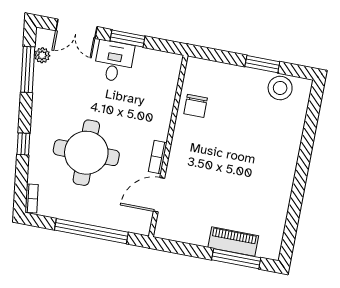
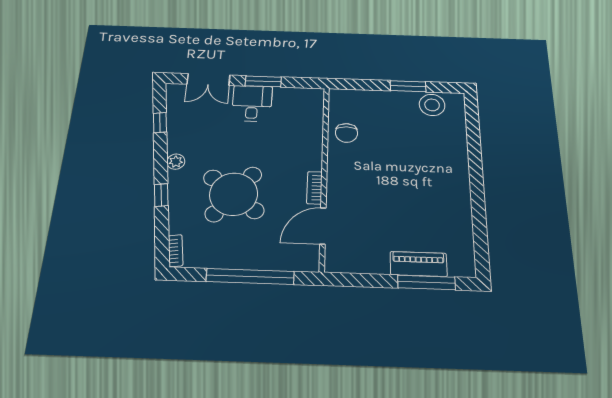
plant: (42, 55) -> (176, 162), moved
window: (28, 70) -> (160, 123), width x0.46
round table: (86, 153) -> (234, 194), turned 38

